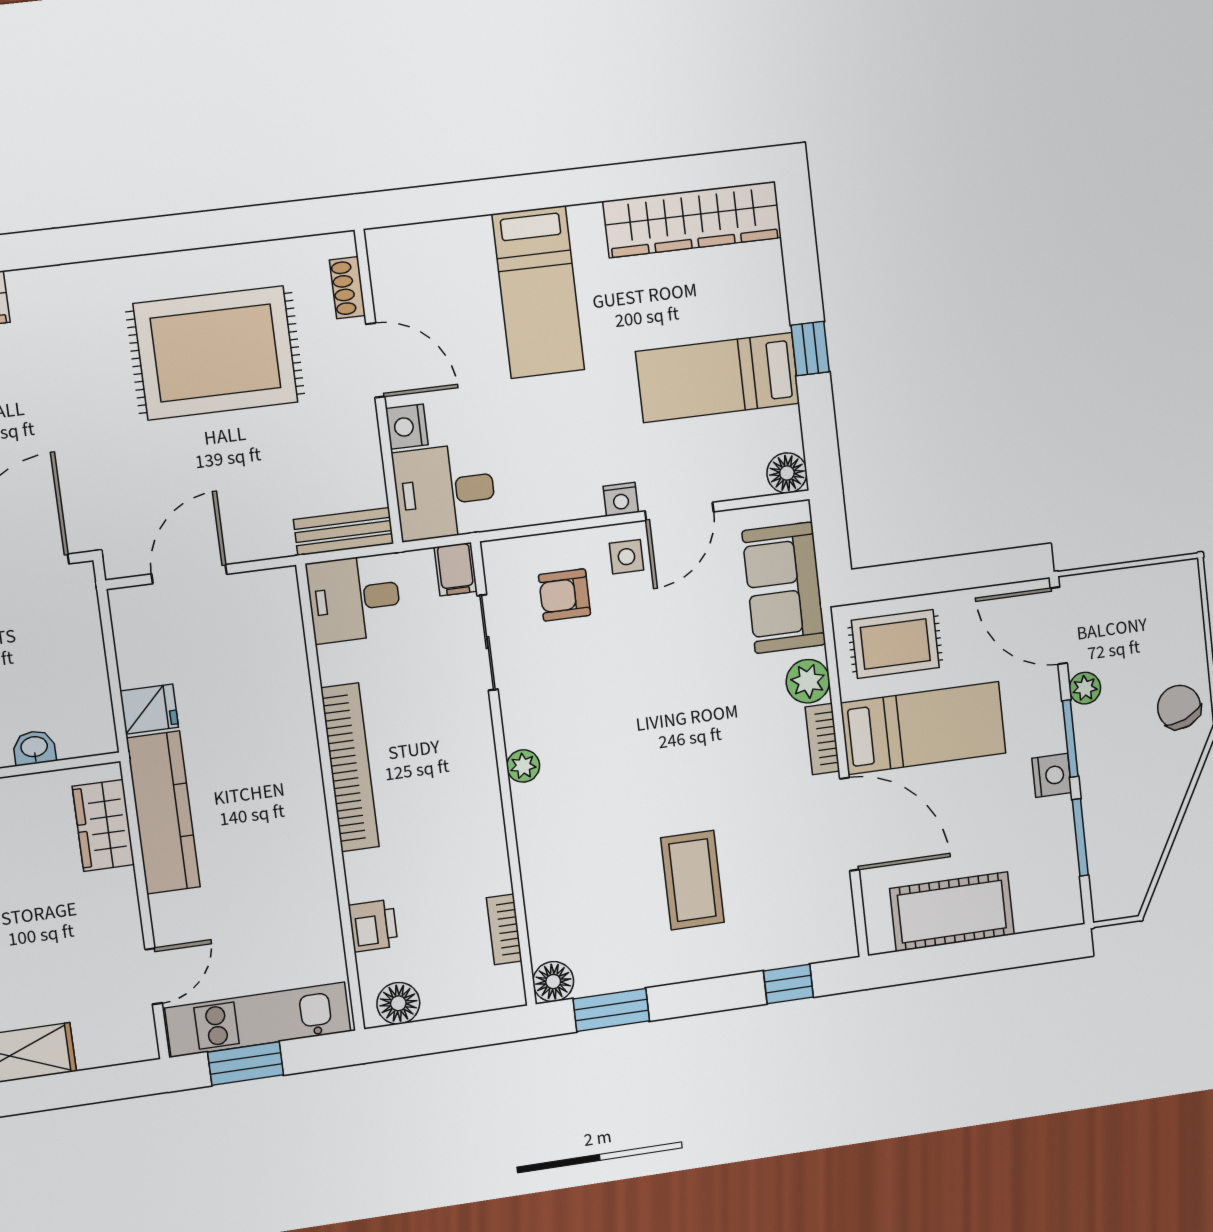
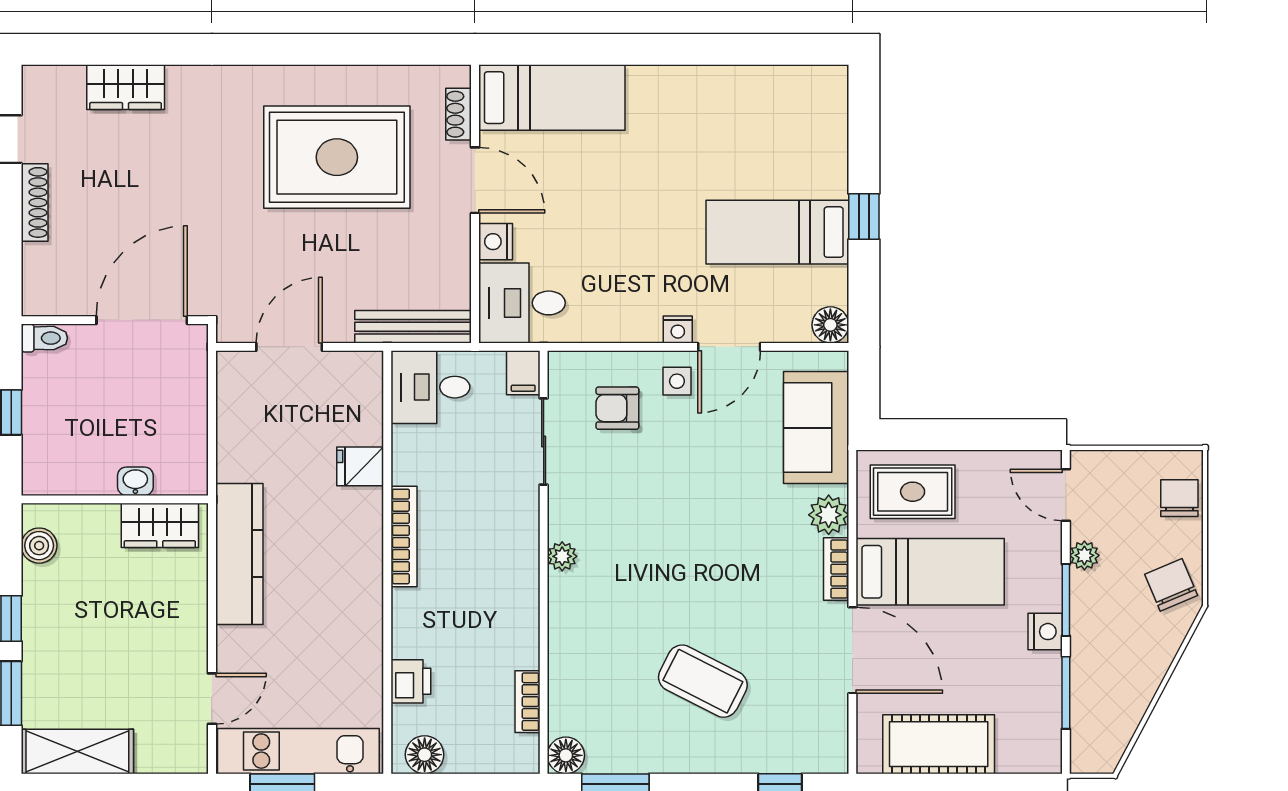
wardrobe: (692, 219) -> (771, 90), removed
bed: (538, 292) -> (552, 98), moved, turned -90
bench: (344, 532) -> (413, 327), width x1.36
chair: (1179, 613) -> (1179, 498), added
door: (1059, 626) -> (1066, 495), width x0.73
fridge: (149, 709) -> (360, 466), moved, turned 180
bookcase: (350, 767) -> (404, 536), width x0.68, depth x0.76
wardrobe: (103, 825) -> (160, 525), moved, turned -90
coffee table: (692, 880) -> (703, 681), turned -63

